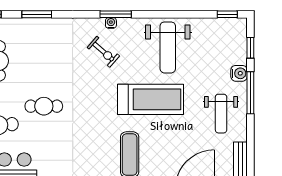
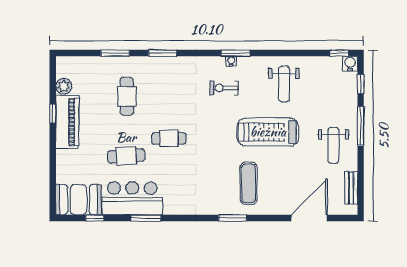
weight bench: (168, 47) -> (284, 84), width x0.73, depth x0.75
exercise bike: (103, 52) -> (224, 88), turned 139
water cooler: (239, 73) -> (350, 64), moved, turned -90
treadmill: (151, 99) -> (268, 132), turned 180

